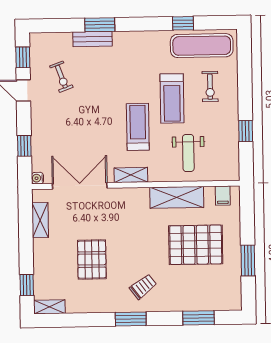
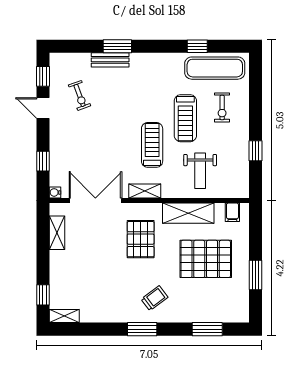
pallet: (92, 259) -> (141, 239), moved

